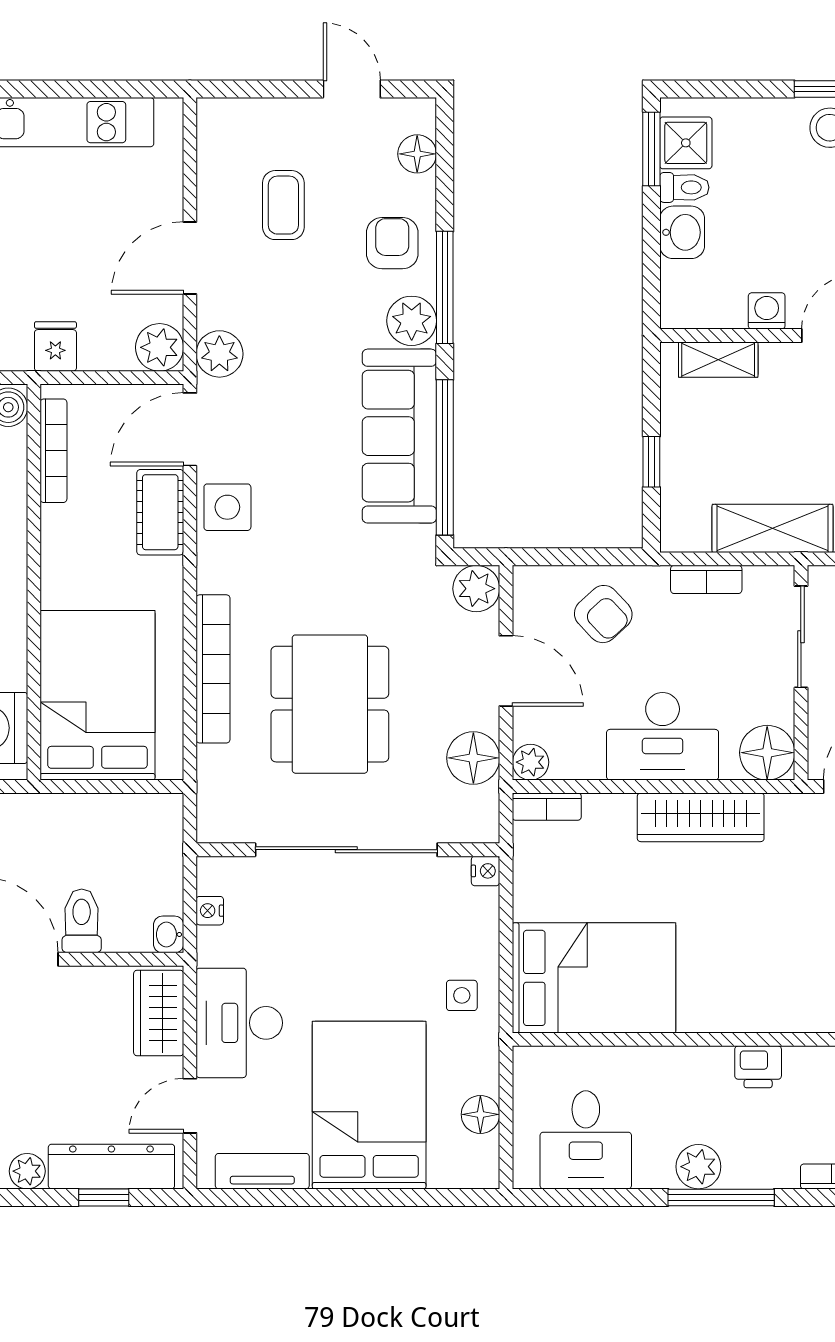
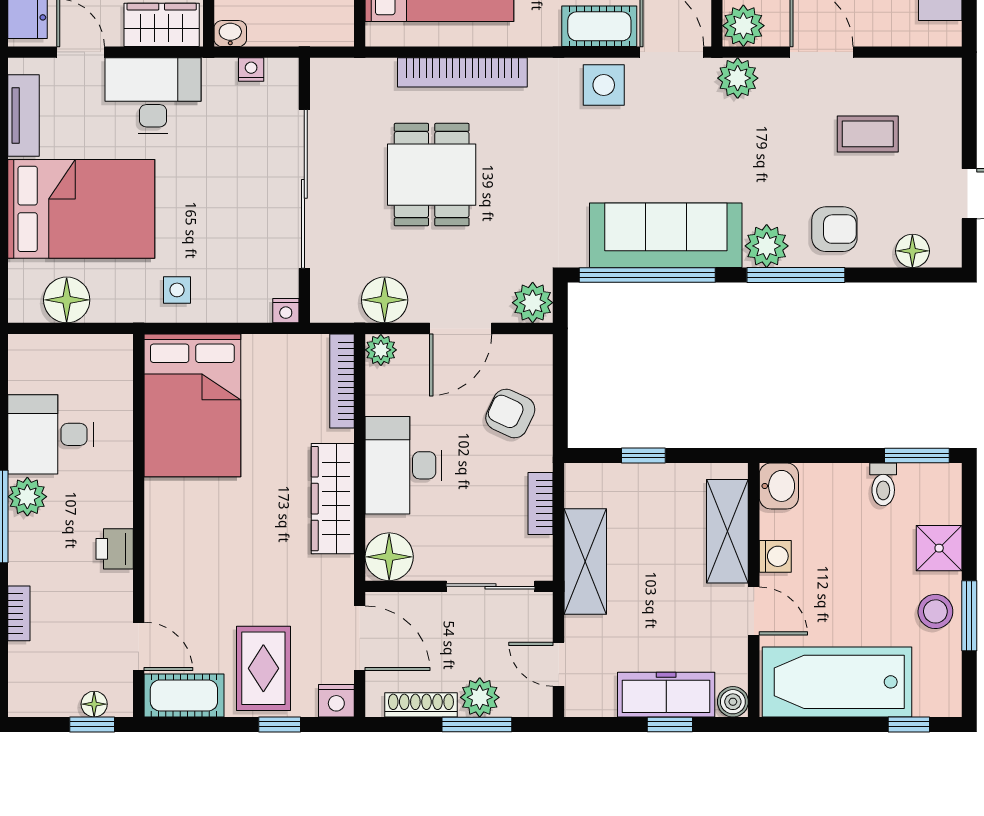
shower: (686, 143) -> (939, 548), moved
washbasin: (682, 232) -> (779, 486), moved, turned -90
shelving: (718, 360) -> (727, 531), width x1.50, depth x1.33
armchair: (603, 614) -> (510, 414), turned 68
dining table: (330, 704) -> (432, 175), width x0.73
bookcase: (547, 807) -> (342, 381), width x1.56
floor lamp: (480, 1114) -> (67, 300), width x1.38, depth x1.38
desk: (586, 1140) -> (51, 434), moved

